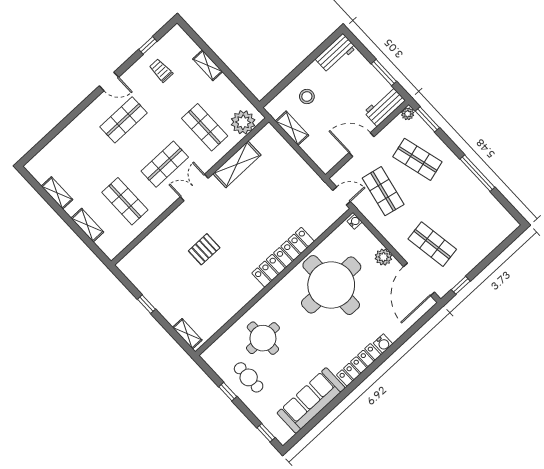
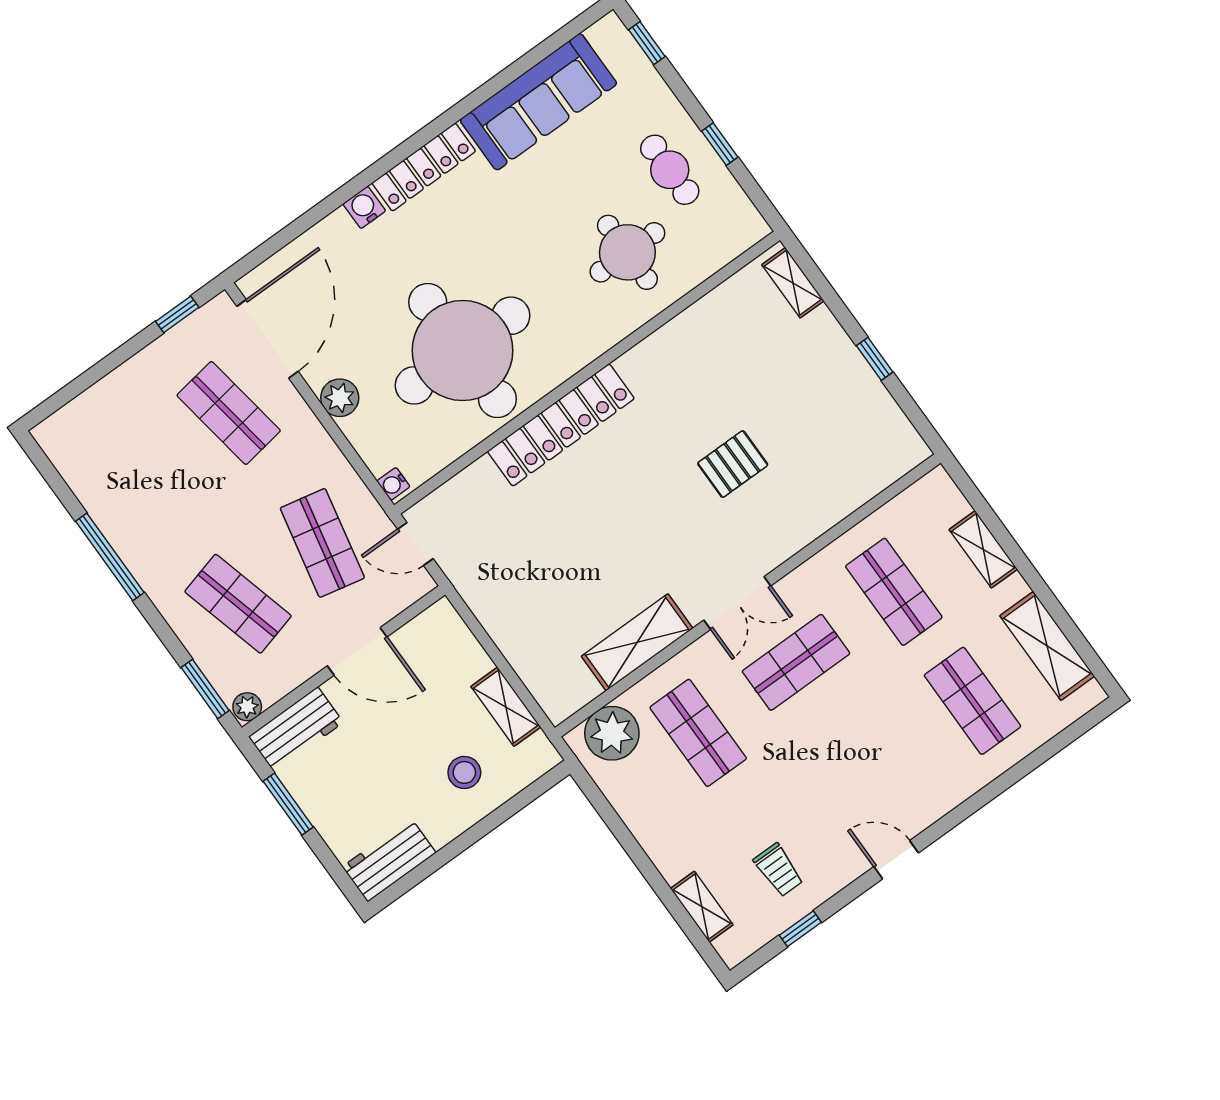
shelving: (208, 65) -> (702, 907), moved
shop shelf: (124, 120) -> (972, 701), moved, turned 90
shelving: (57, 193) -> (1047, 646), width x1.50, depth x1.33

